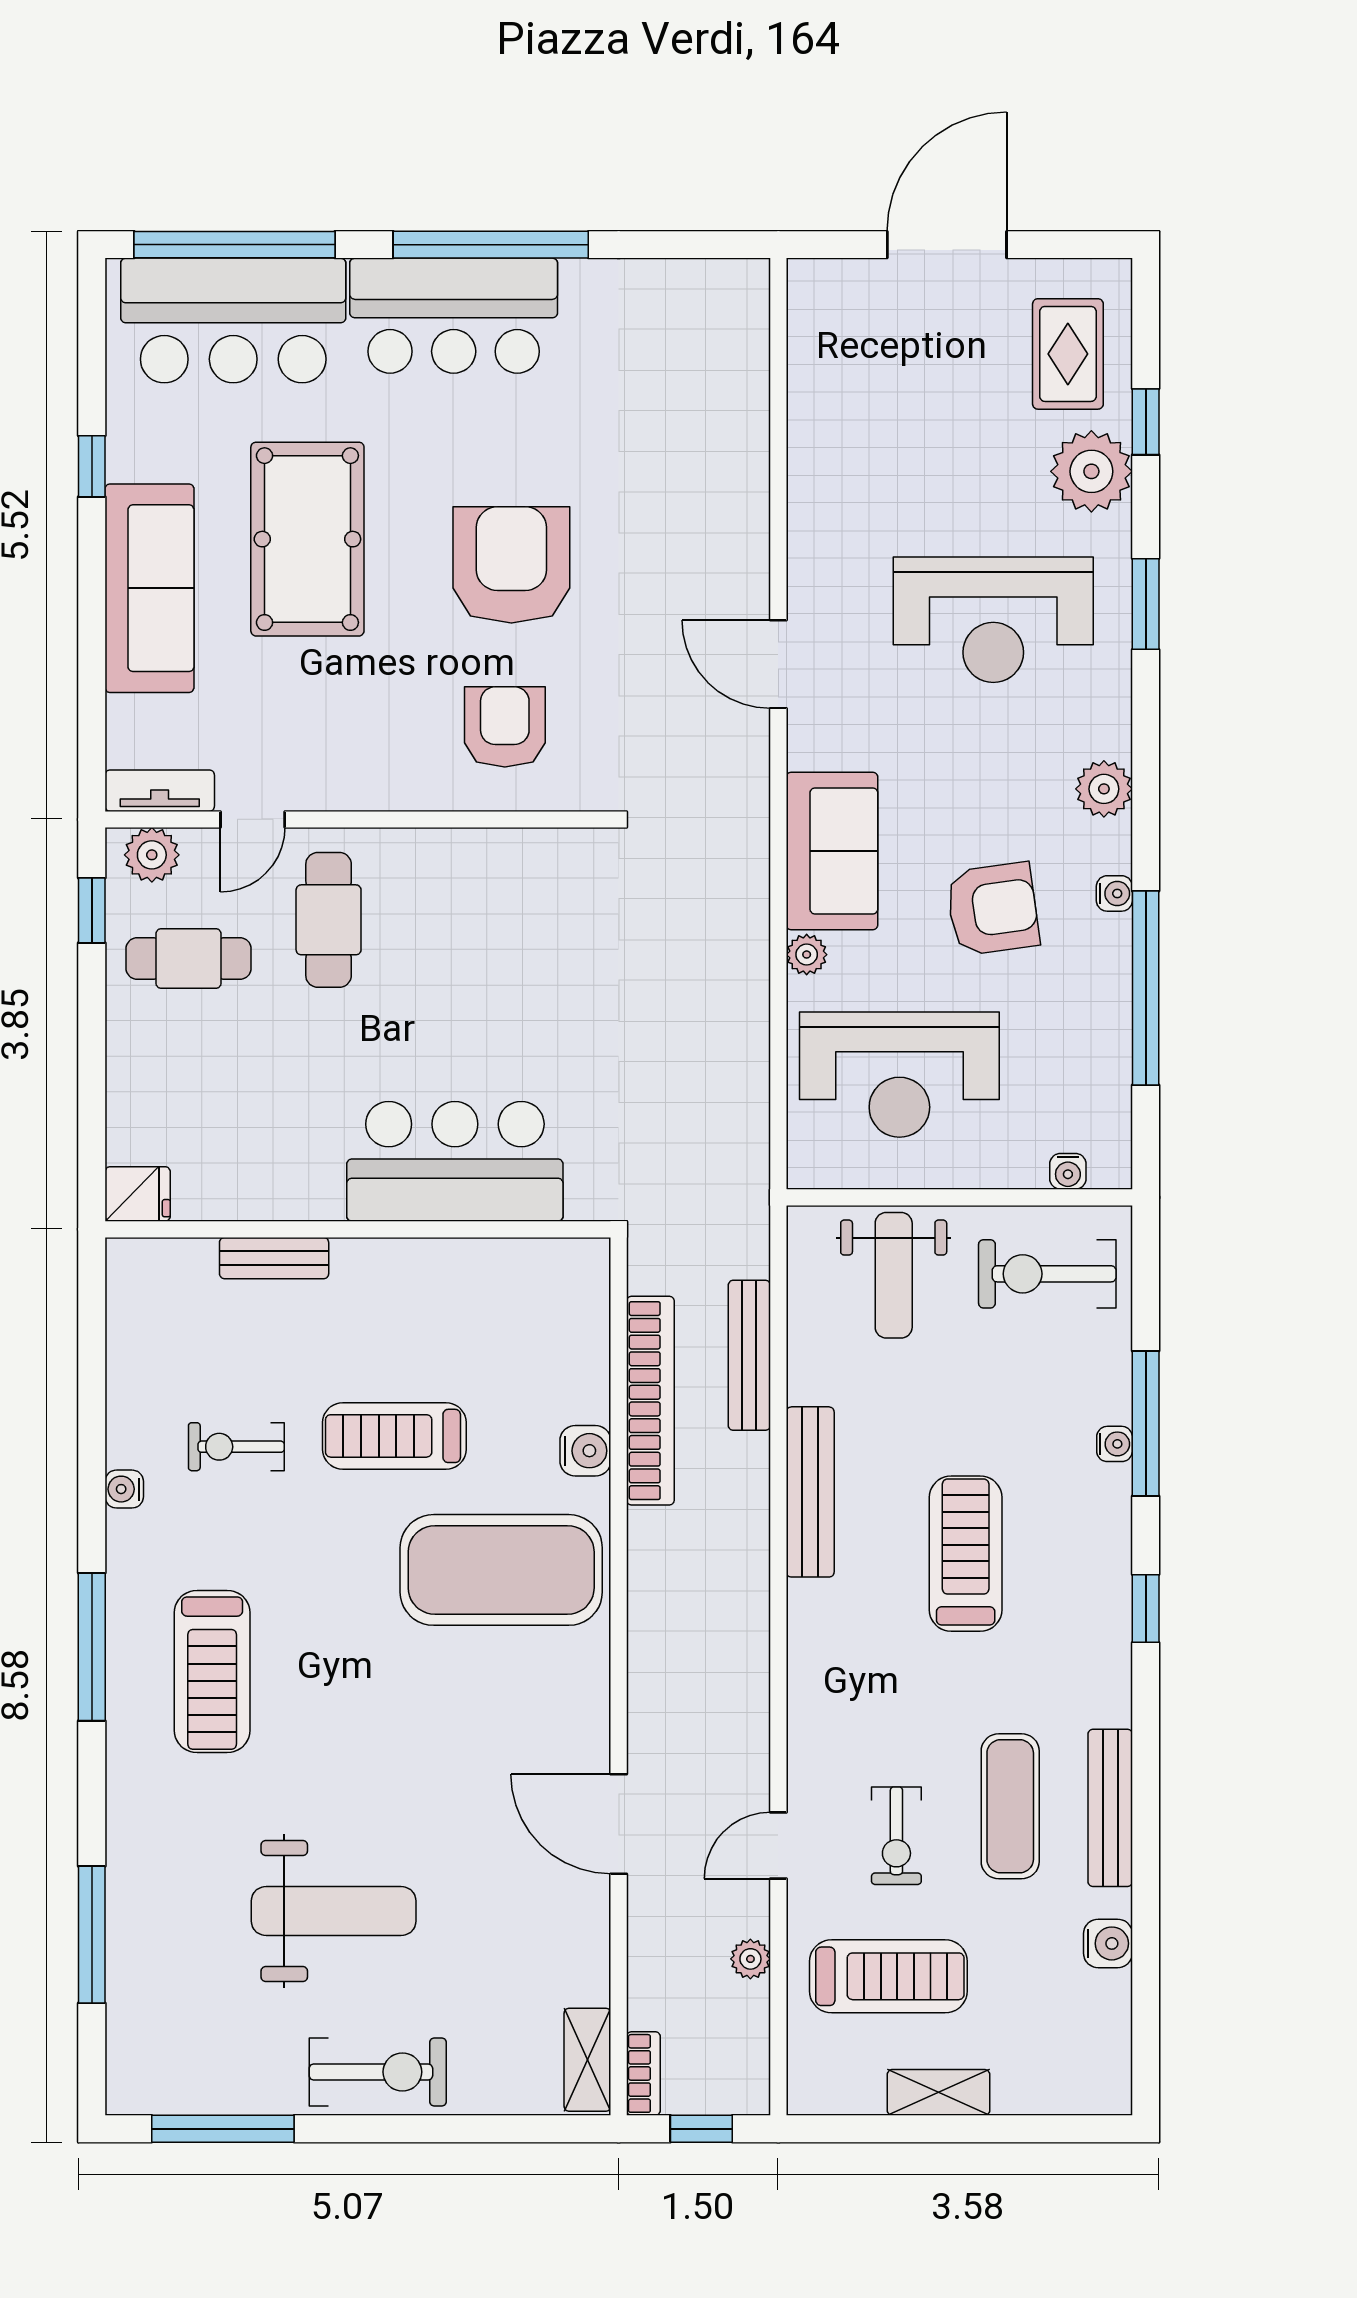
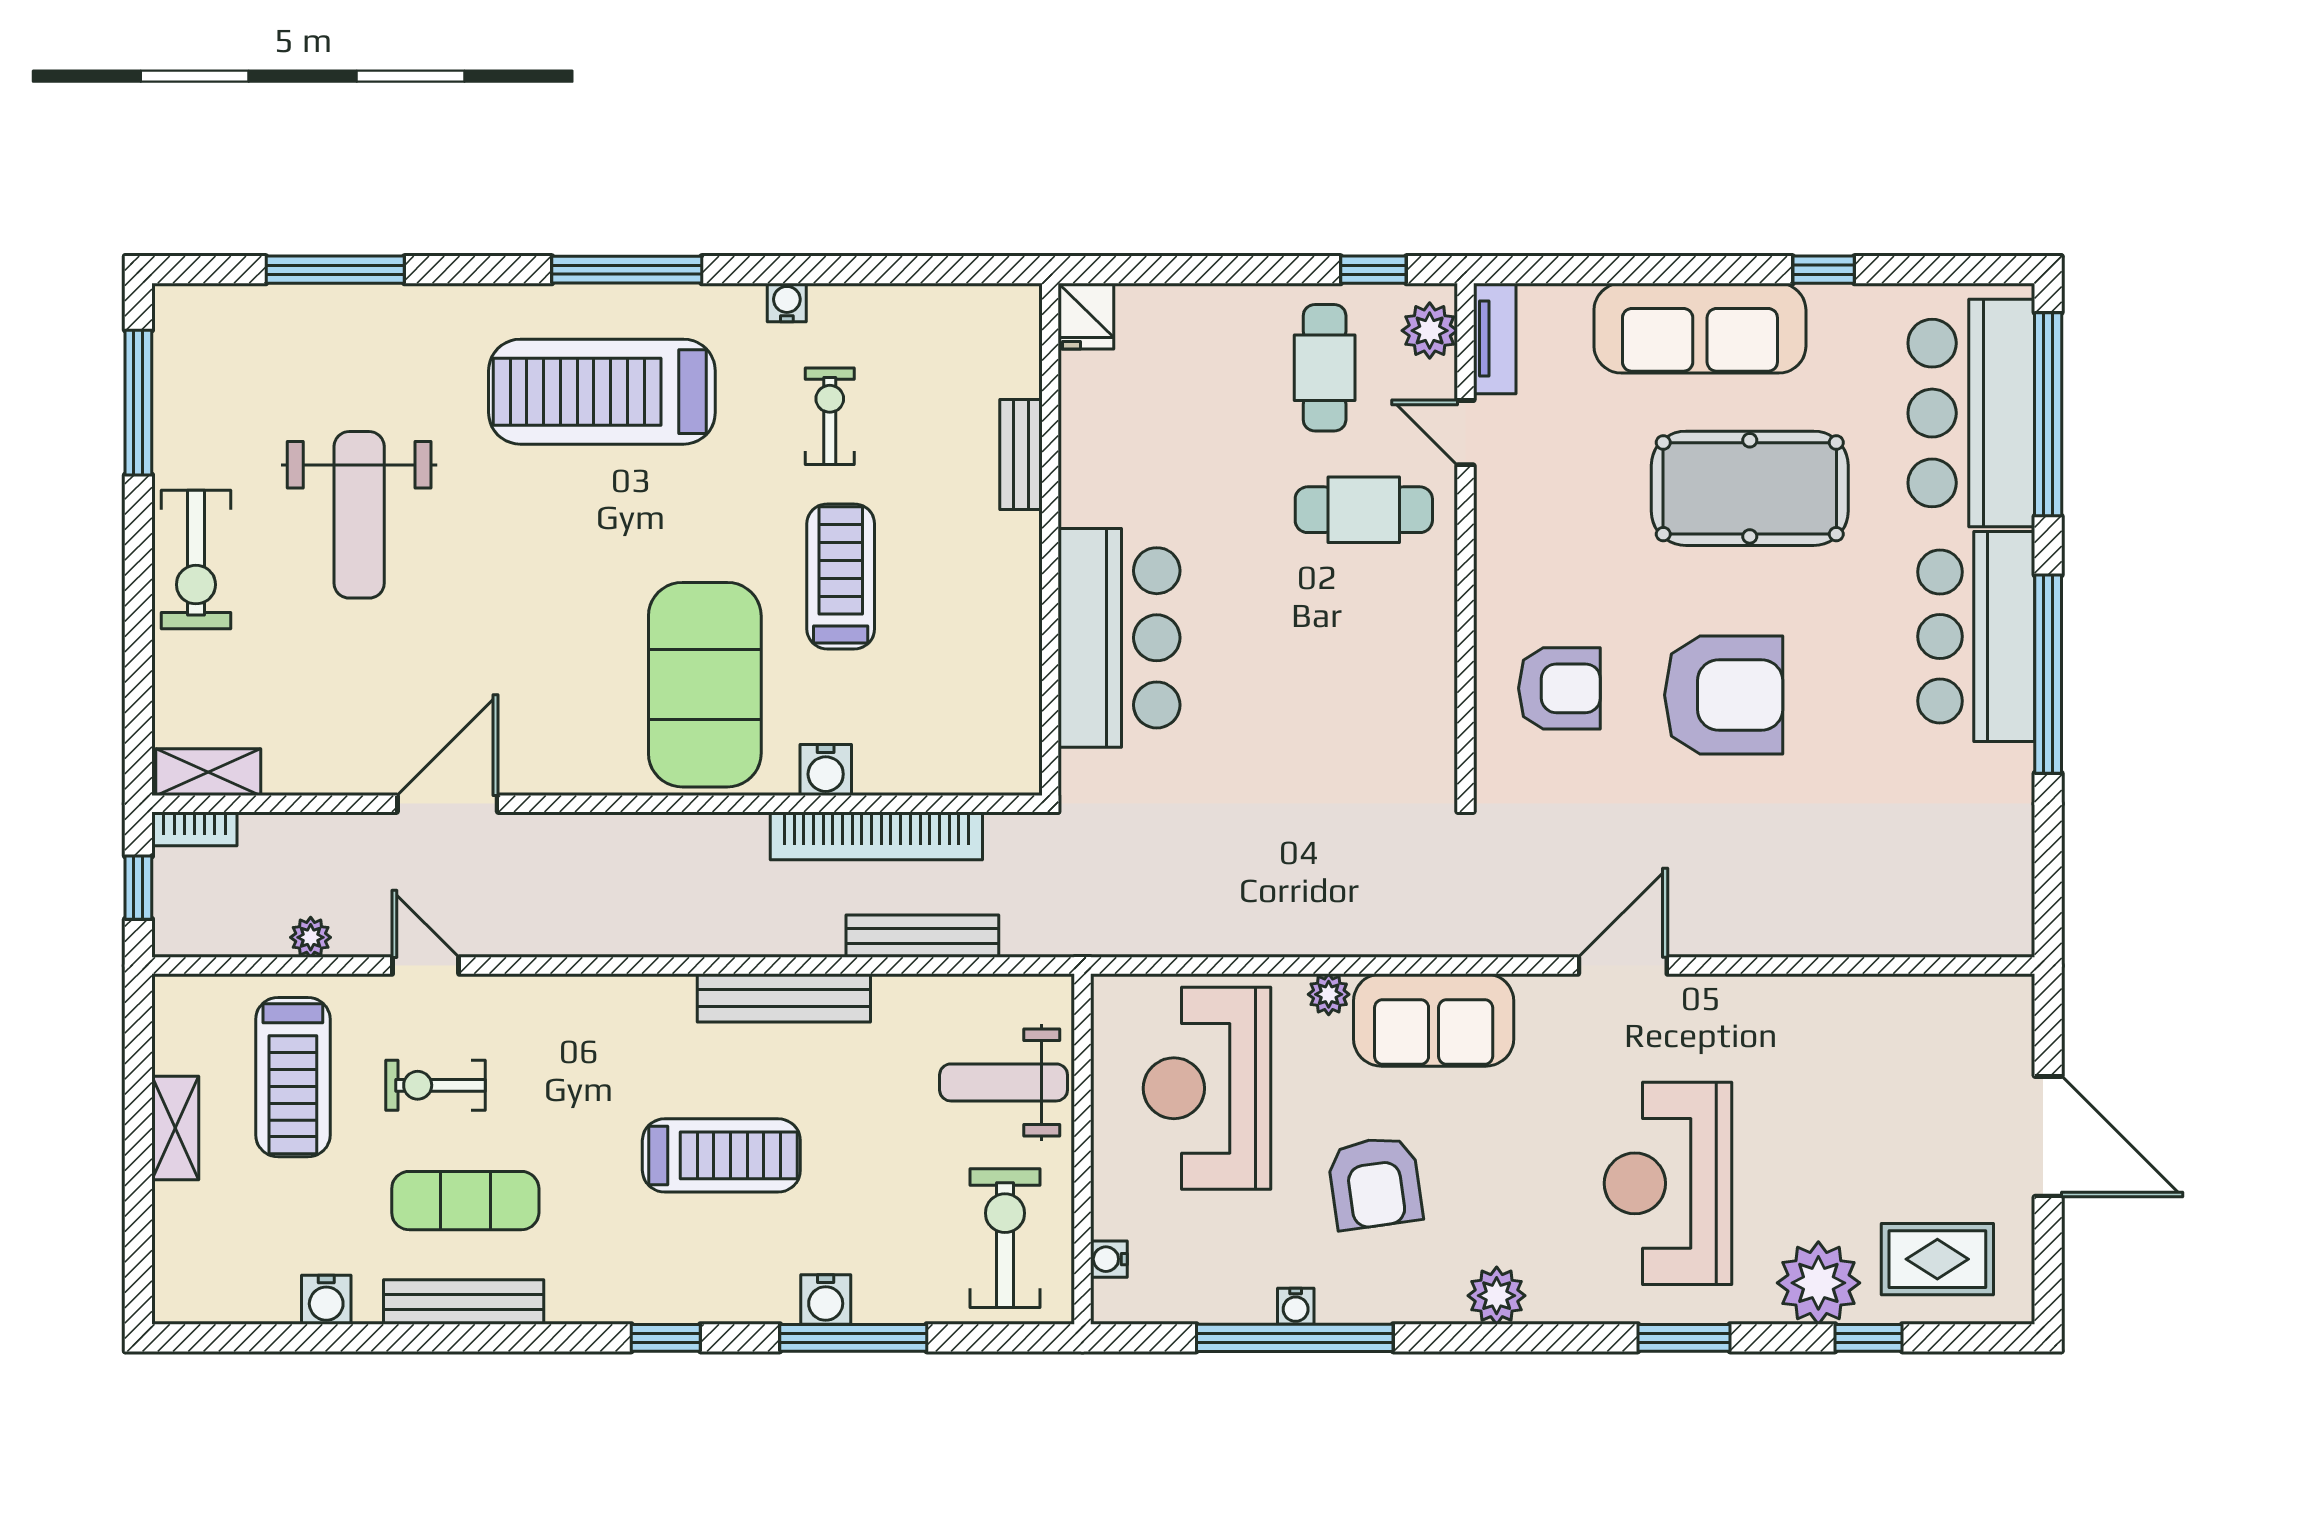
water cooler: (1114, 893) -> (1296, 1306), moved
water cooler: (1115, 1444) -> (826, 1299), width x1.38, depth x1.38
treadmill: (212, 1671) -> (602, 392), width x1.37, depth x1.38

